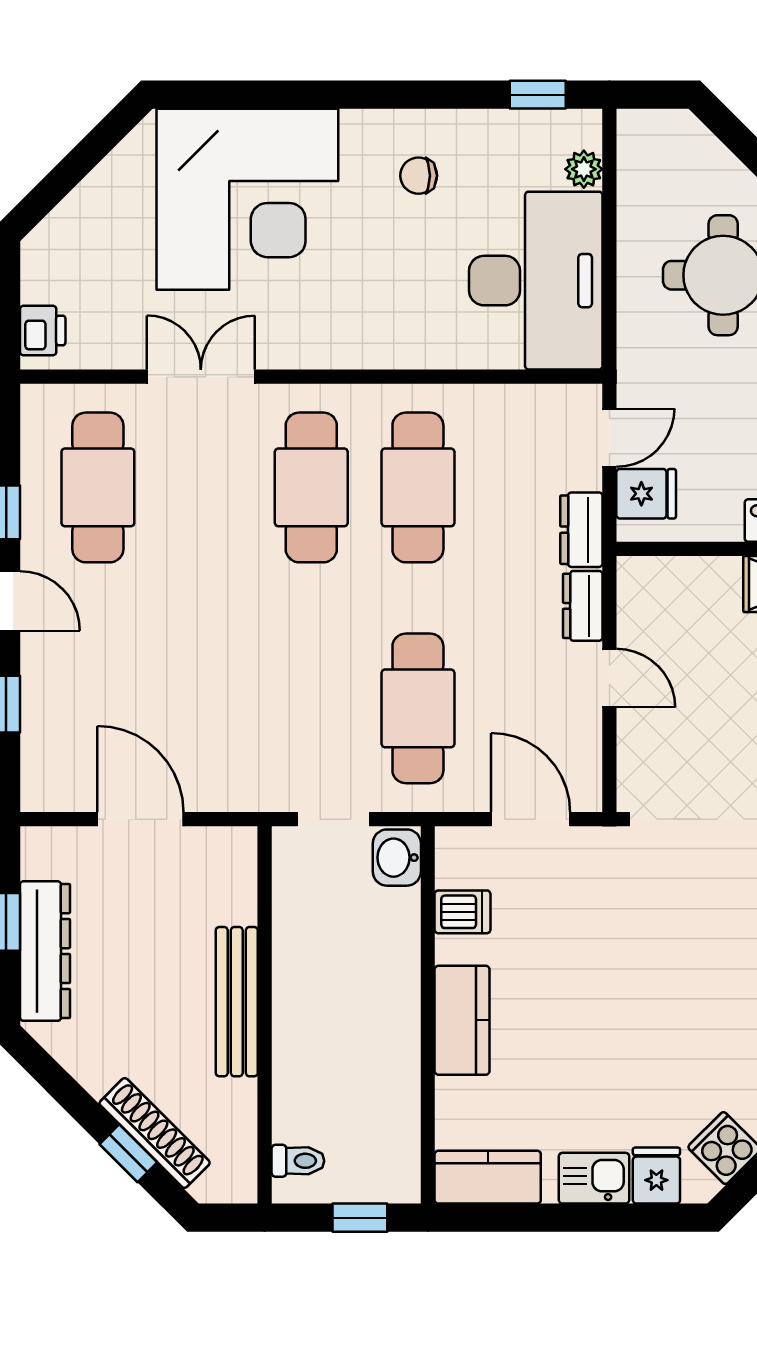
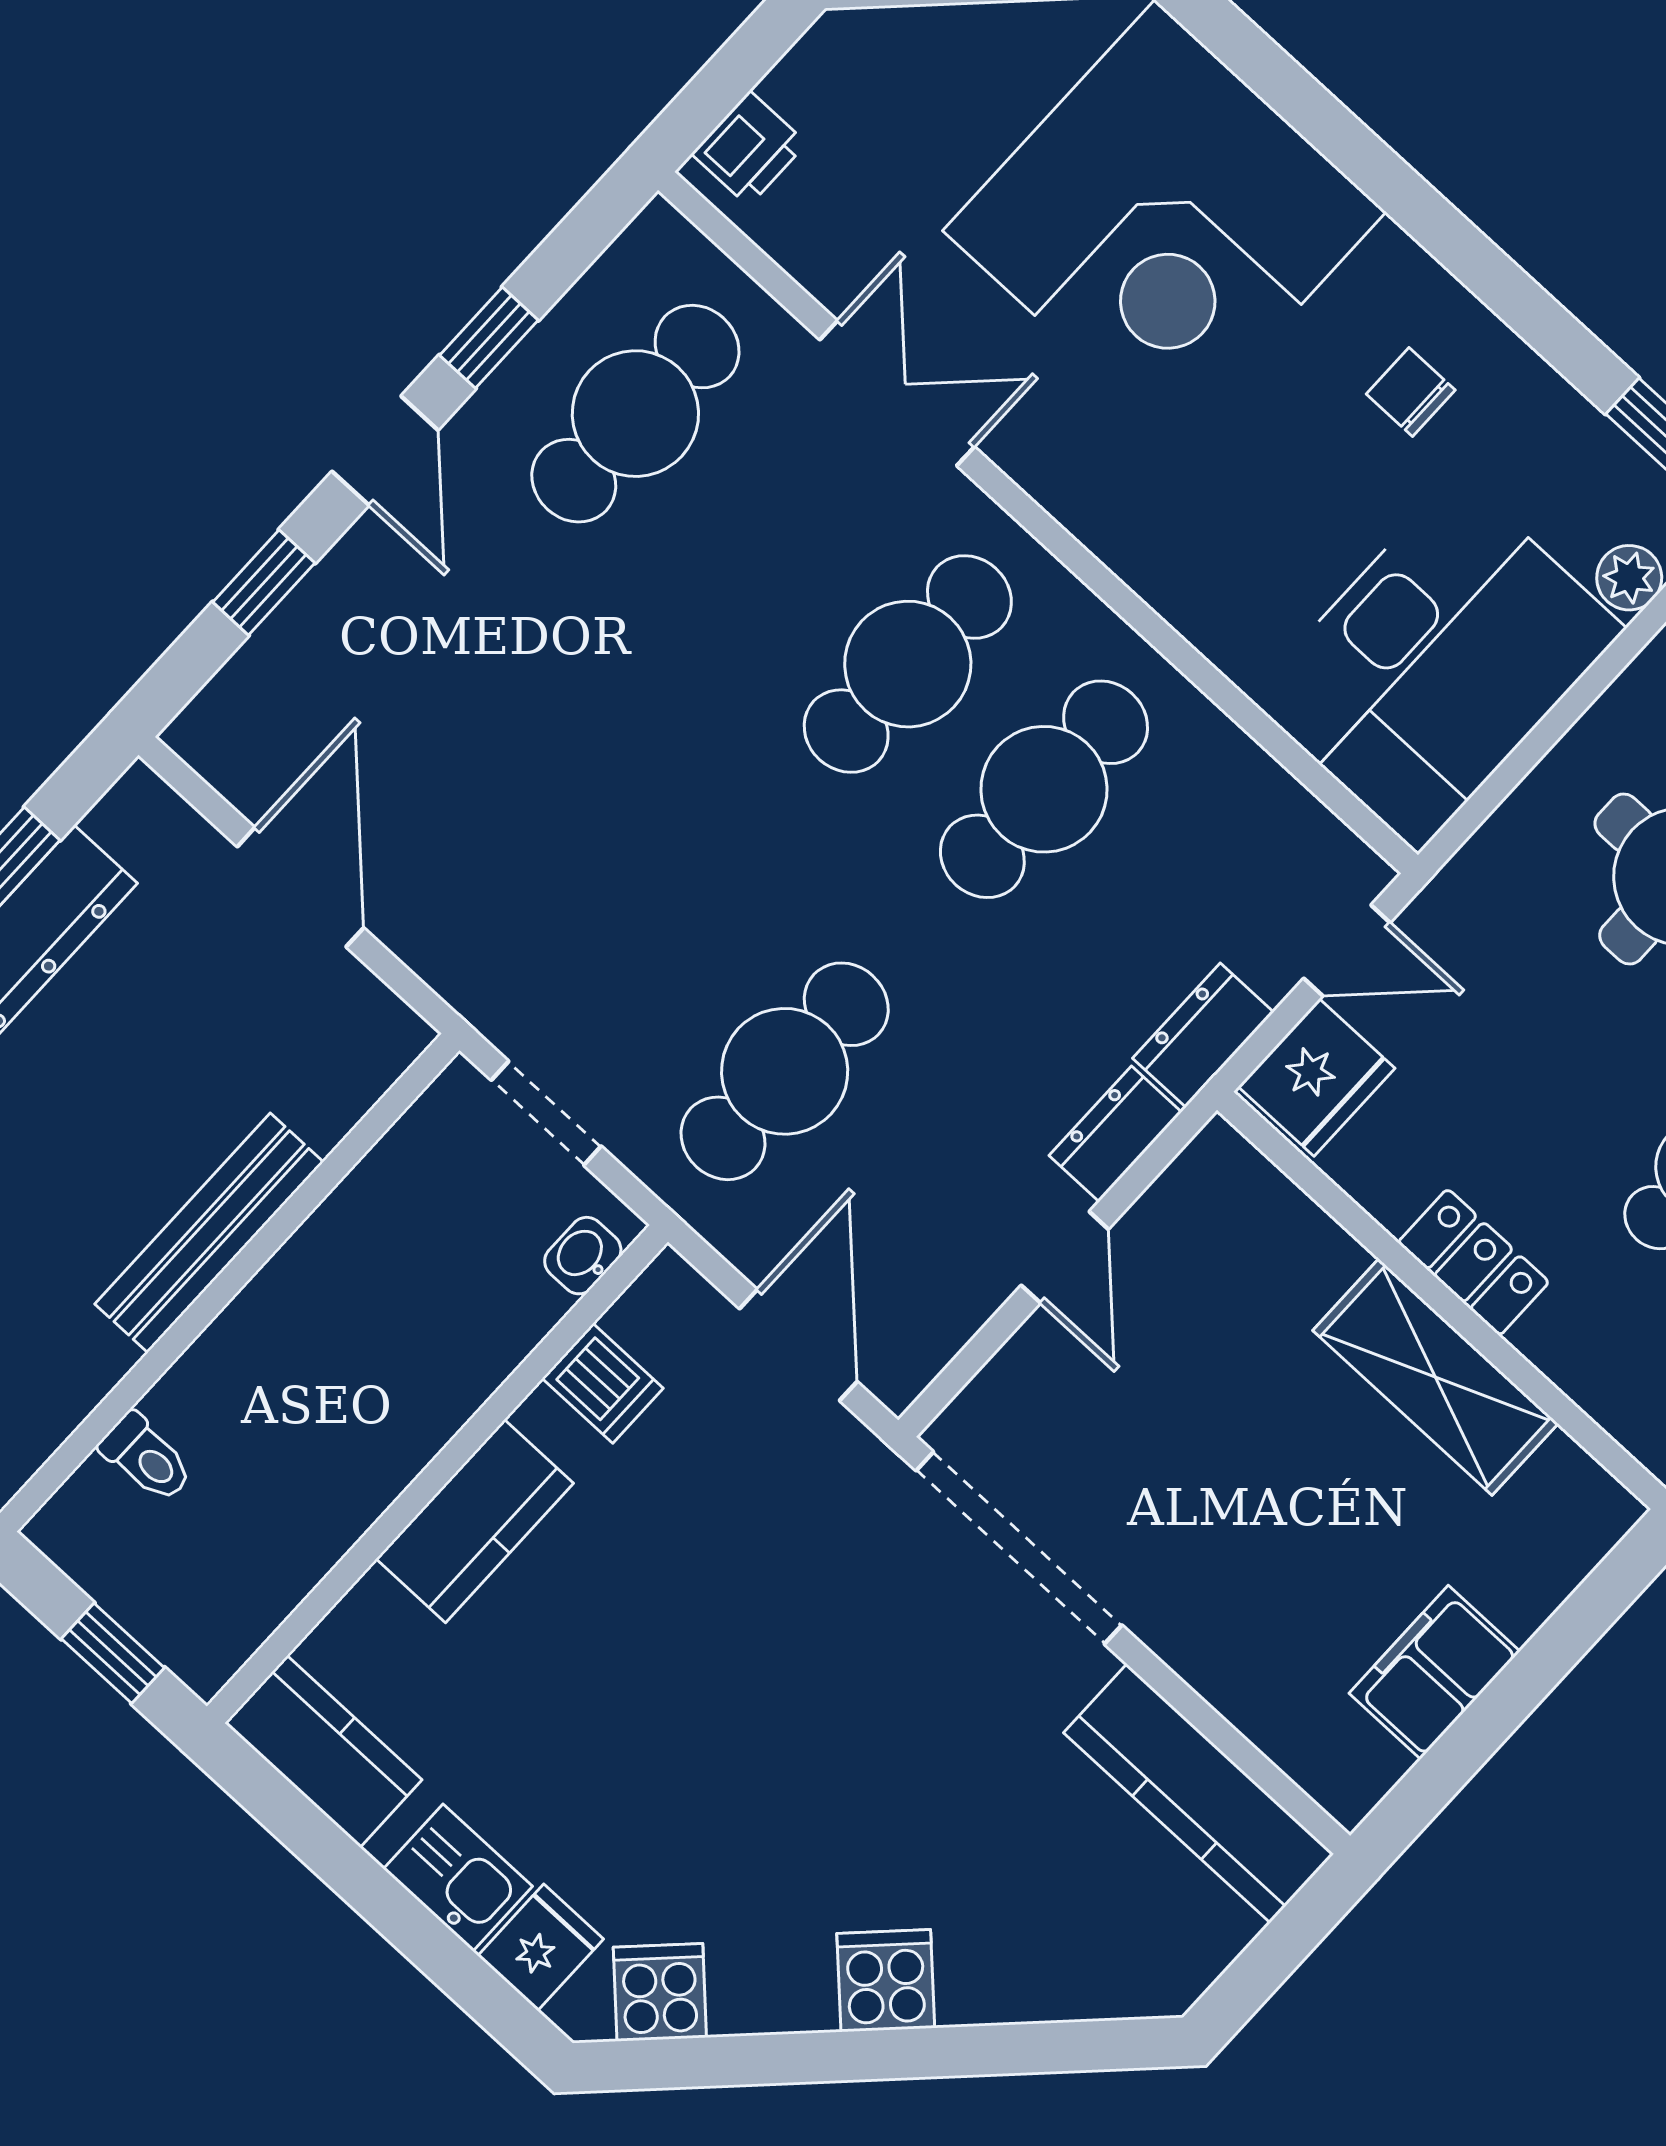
fridge: (646, 494) -> (1317, 1077), width x1.38
washbasin: (397, 858) -> (583, 1256), width x0.72, depth x0.69
toilet: (298, 1161) -> (146, 1458), moved

